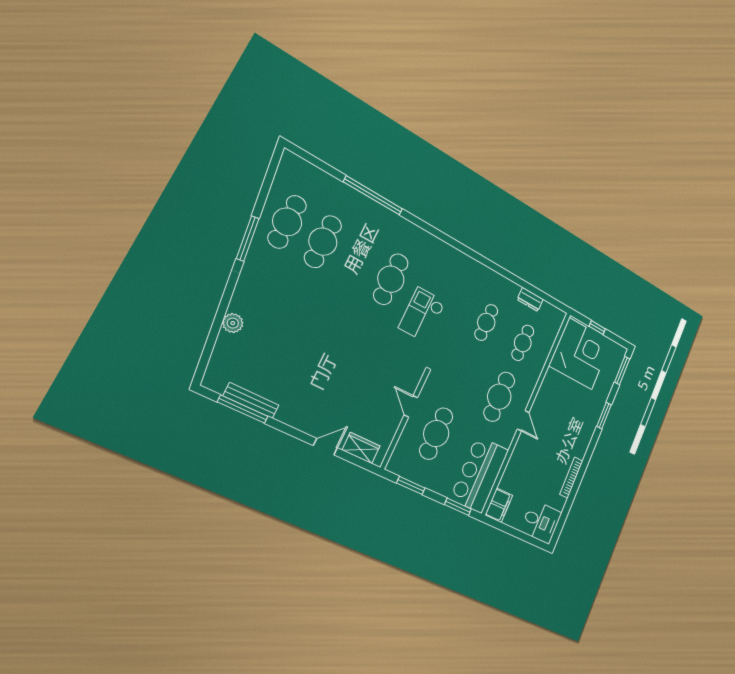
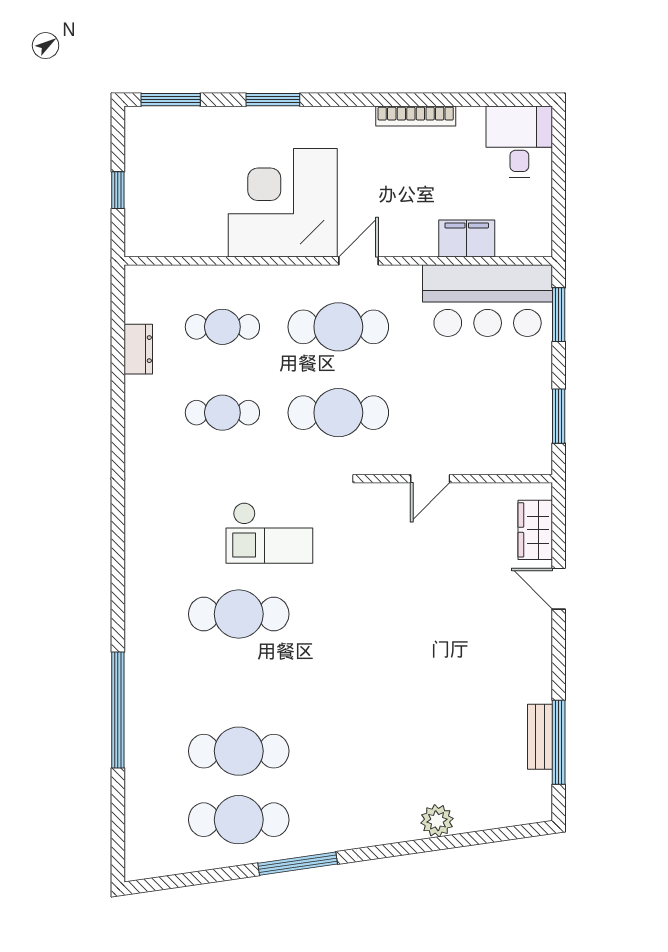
corner desk: (580, 354) -> (283, 203), moved
bench: (251, 400) -> (540, 737), width x0.73
cafe table: (436, 434) -> (338, 413), moved
filing cabinet: (499, 505) -> (467, 238), moved

